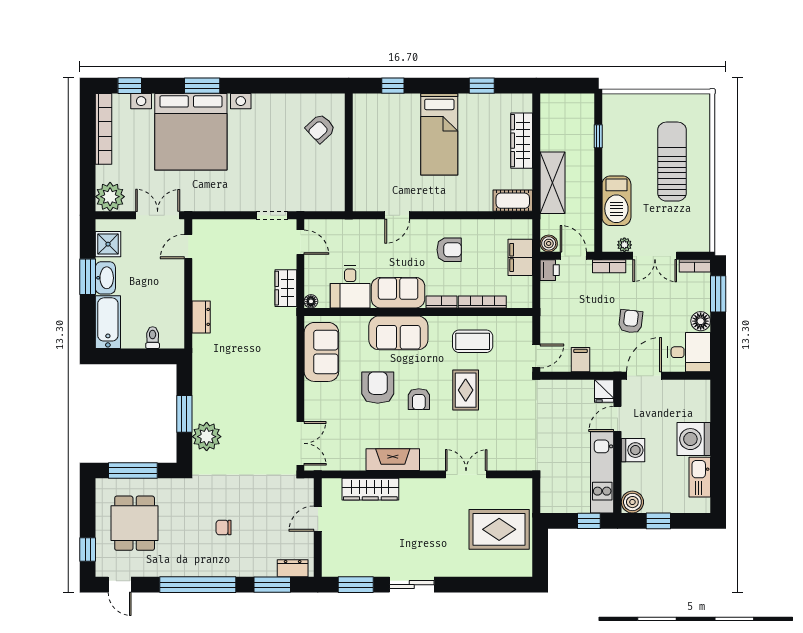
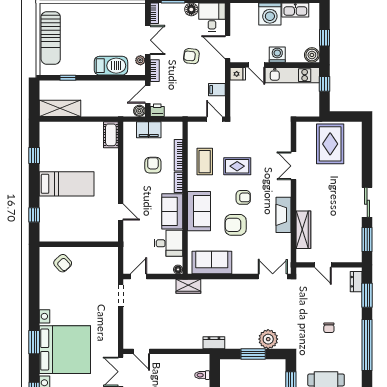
wardrobe: (522, 141) -> (71, 129), removed
sun lounger: (672, 162) -> (51, 38), moved, turned -90
shelving: (553, 183) -> (60, 108), moved
armchair: (449, 250) -> (153, 165), moved
wardrobe: (286, 288) -> (188, 286), moved
dresser: (201, 317) -> (214, 343), moved

